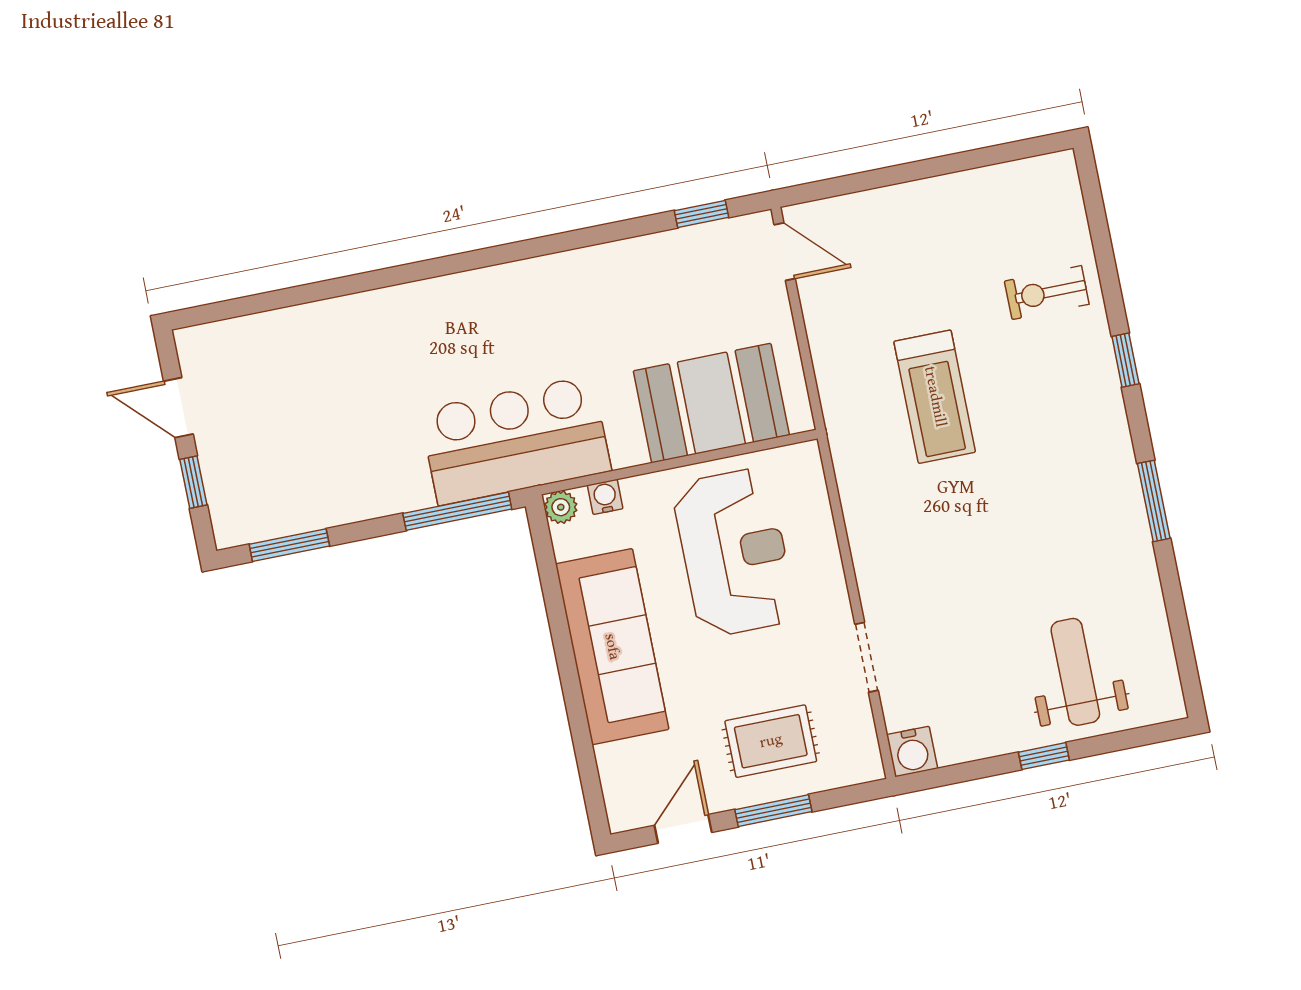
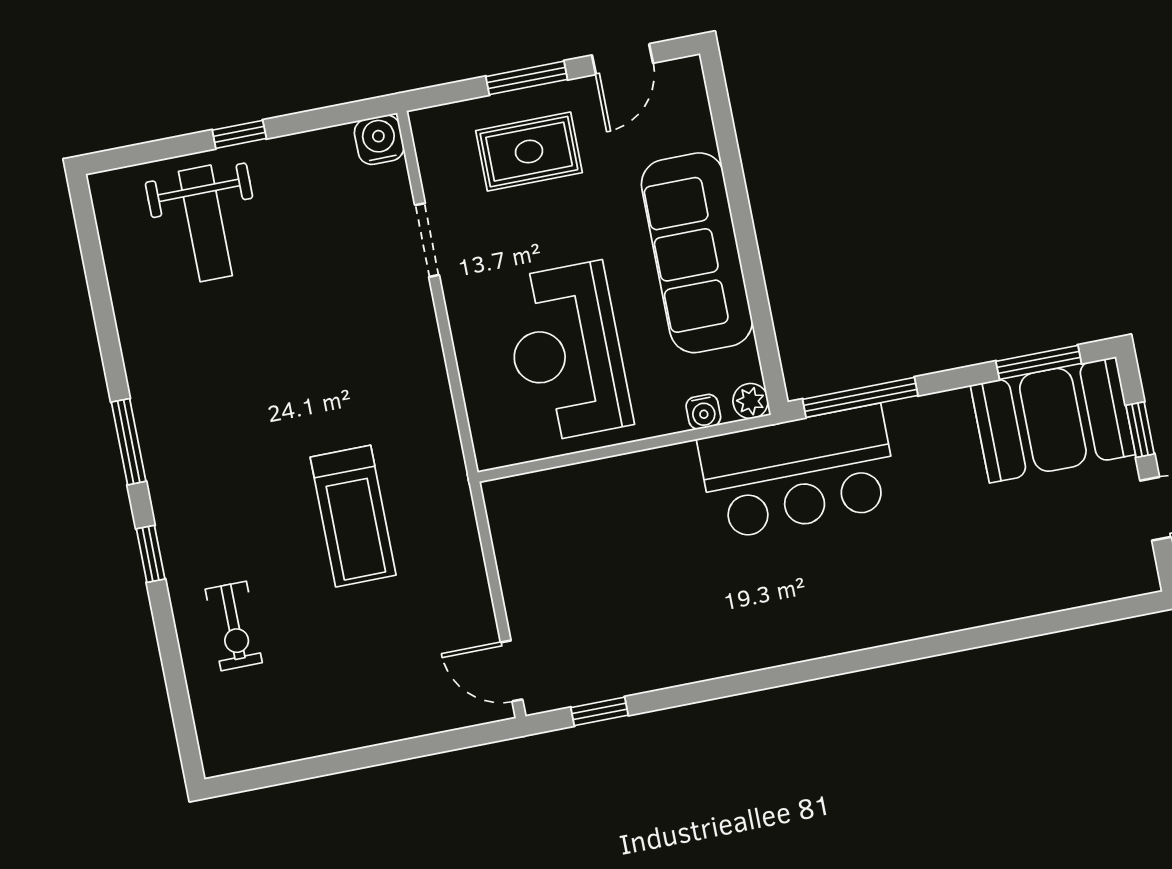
exercise bike: (1047, 293) -> (234, 626), turned 90
treadmill: (935, 397) -> (353, 516), turned 180
booth: (711, 403) -> (1053, 420), moved
window: (1154, 501) -> (129, 442), moved

